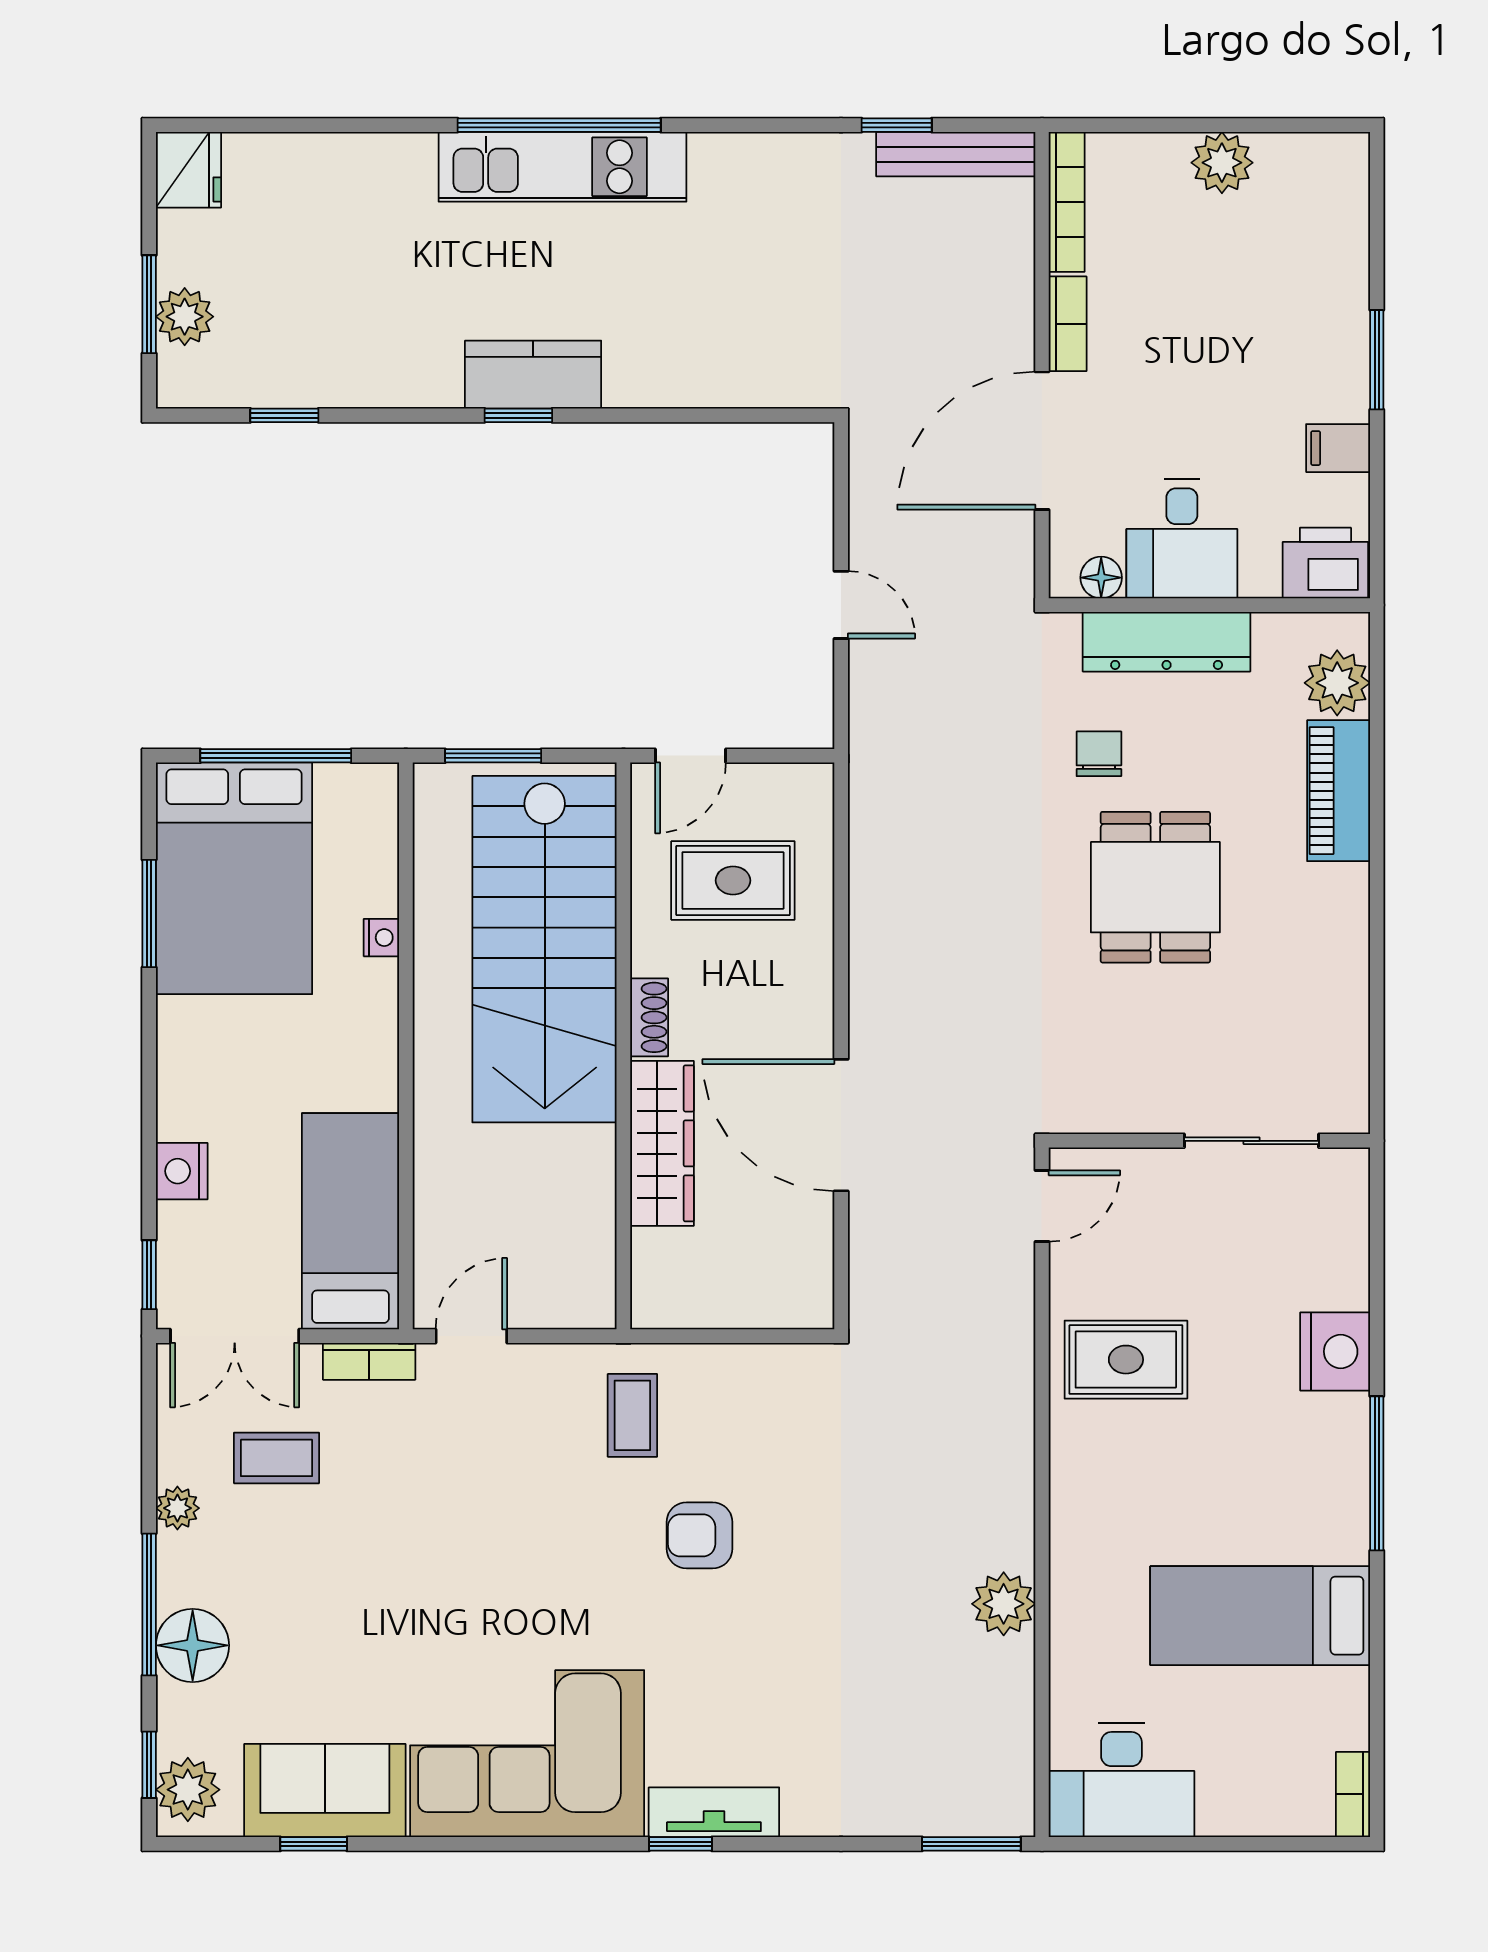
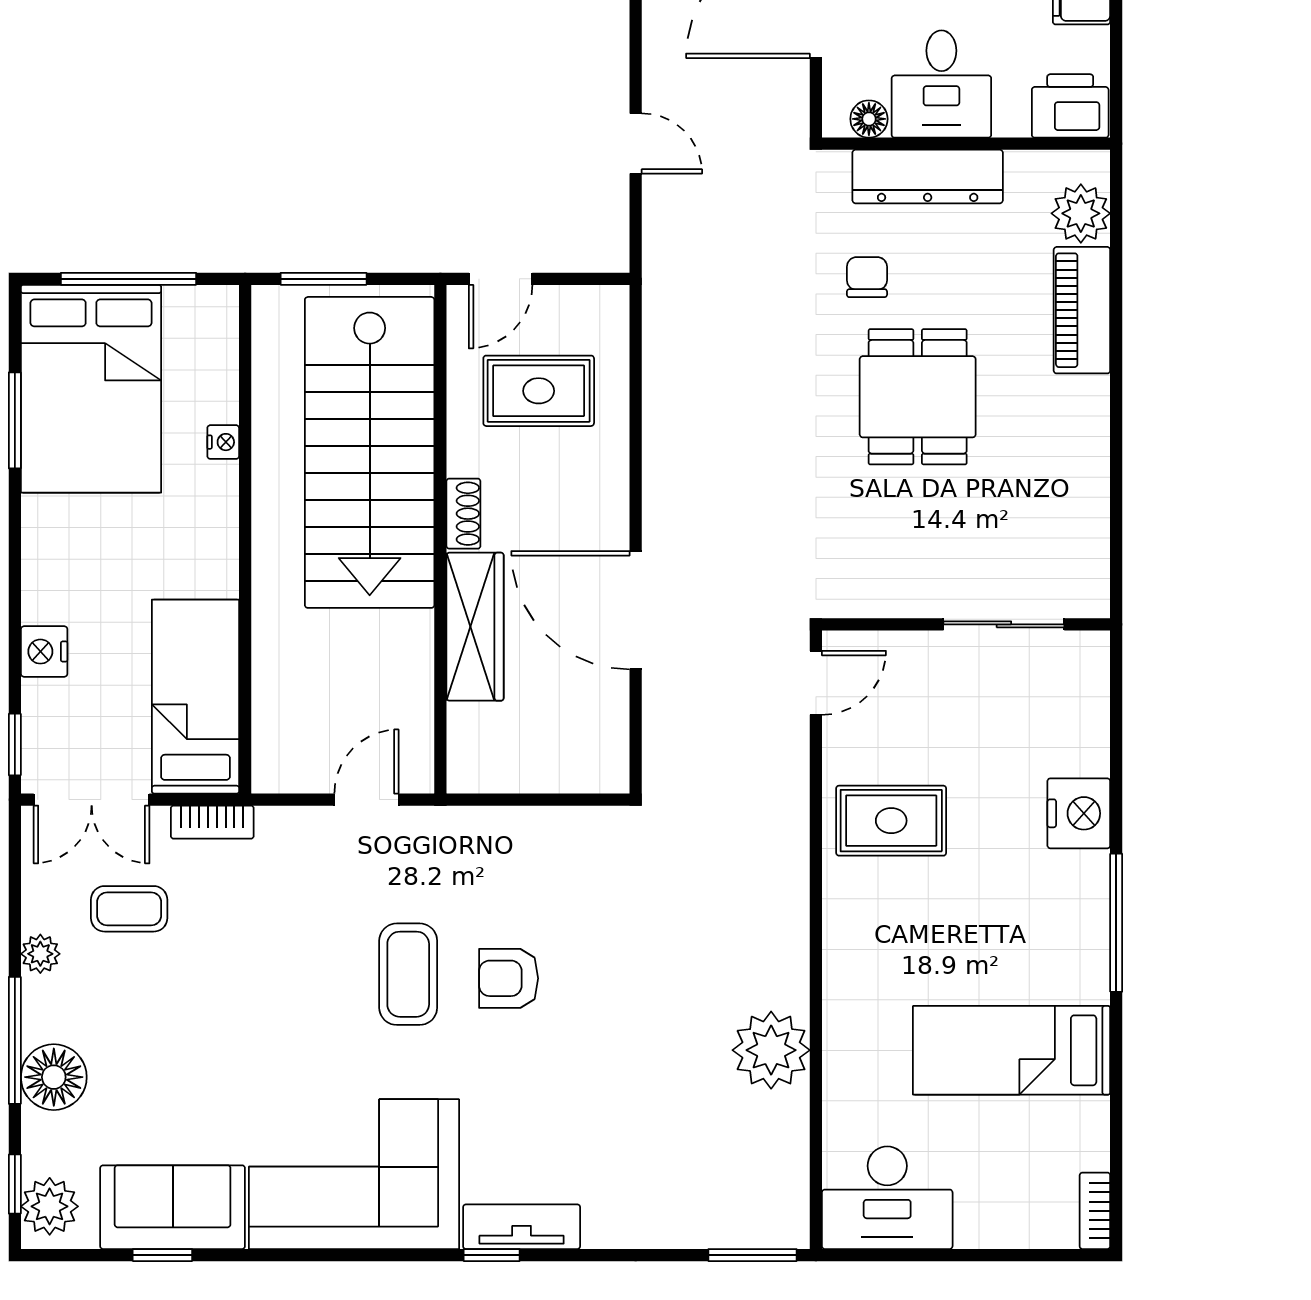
door: (471, 1336) -> (366, 800), moved
coffee table: (632, 1415) -> (408, 974), moved, width x1.36, depth x1.30
plant: (1004, 1604) -> (771, 1050), width x1.36, depth x1.36

